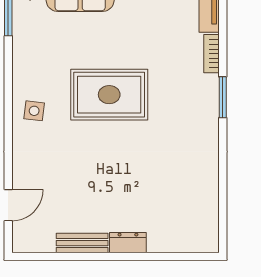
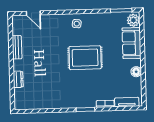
rug: (109, 95) -> (85, 58), turned 90
dresser: (128, 243) -> (18, 79), moved

